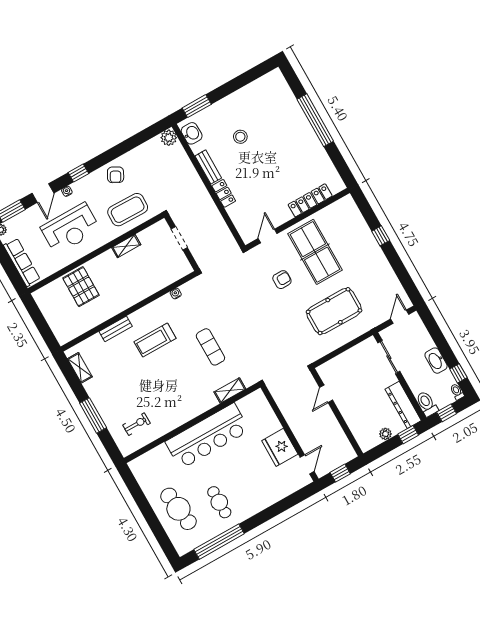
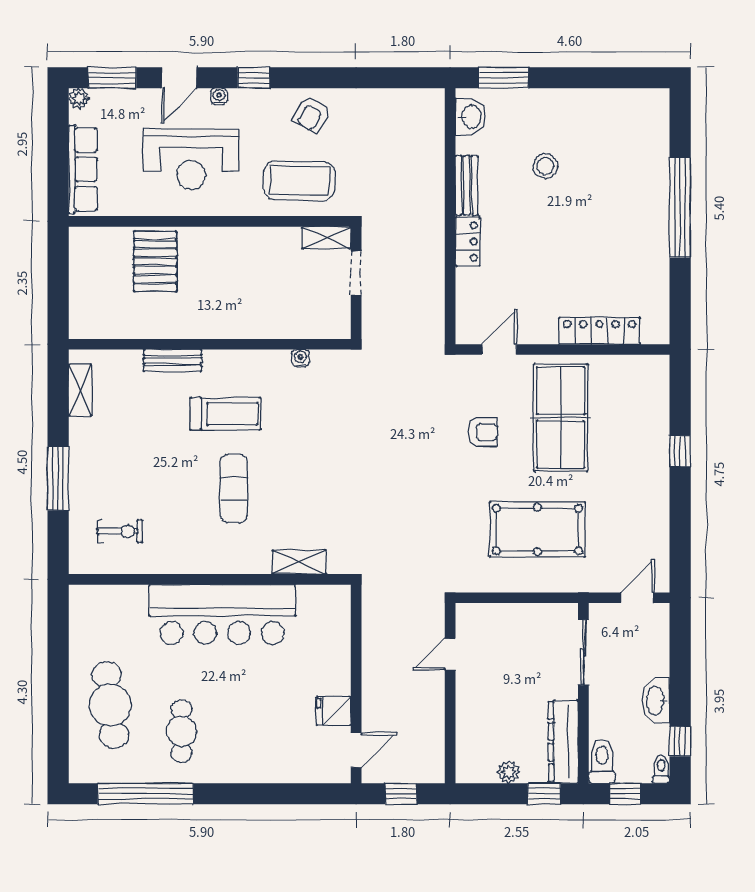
plant: (169, 138) -> (430, 103), removed
shelving: (126, 246) -> (326, 238), moved
treadmill: (155, 340) -> (225, 414), turned 180
exercise mat: (210, 347) -> (234, 489), moved
fridge: (280, 447) -> (334, 711), width x0.53, depth x0.75

